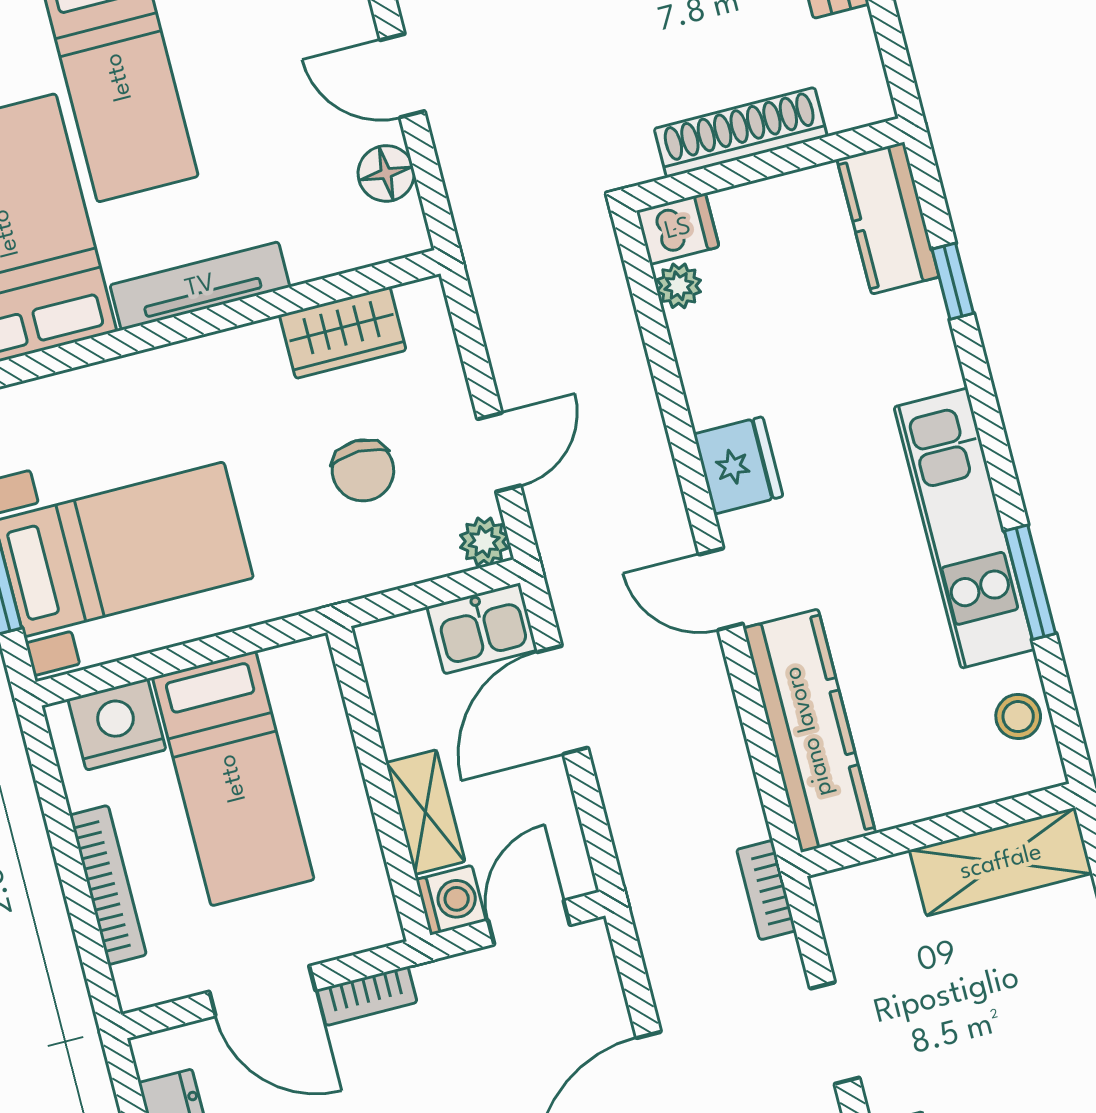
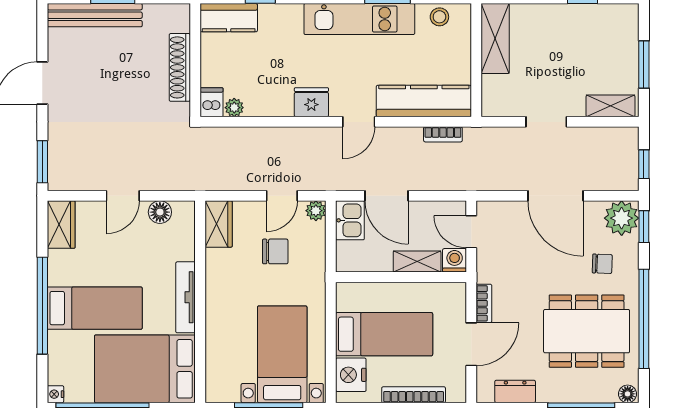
wardrobe: (343, 333) -> (219, 224), moved
door: (499, 452) -> (282, 196), swing flipped
bookcase: (766, 890) -> (443, 134), moved

